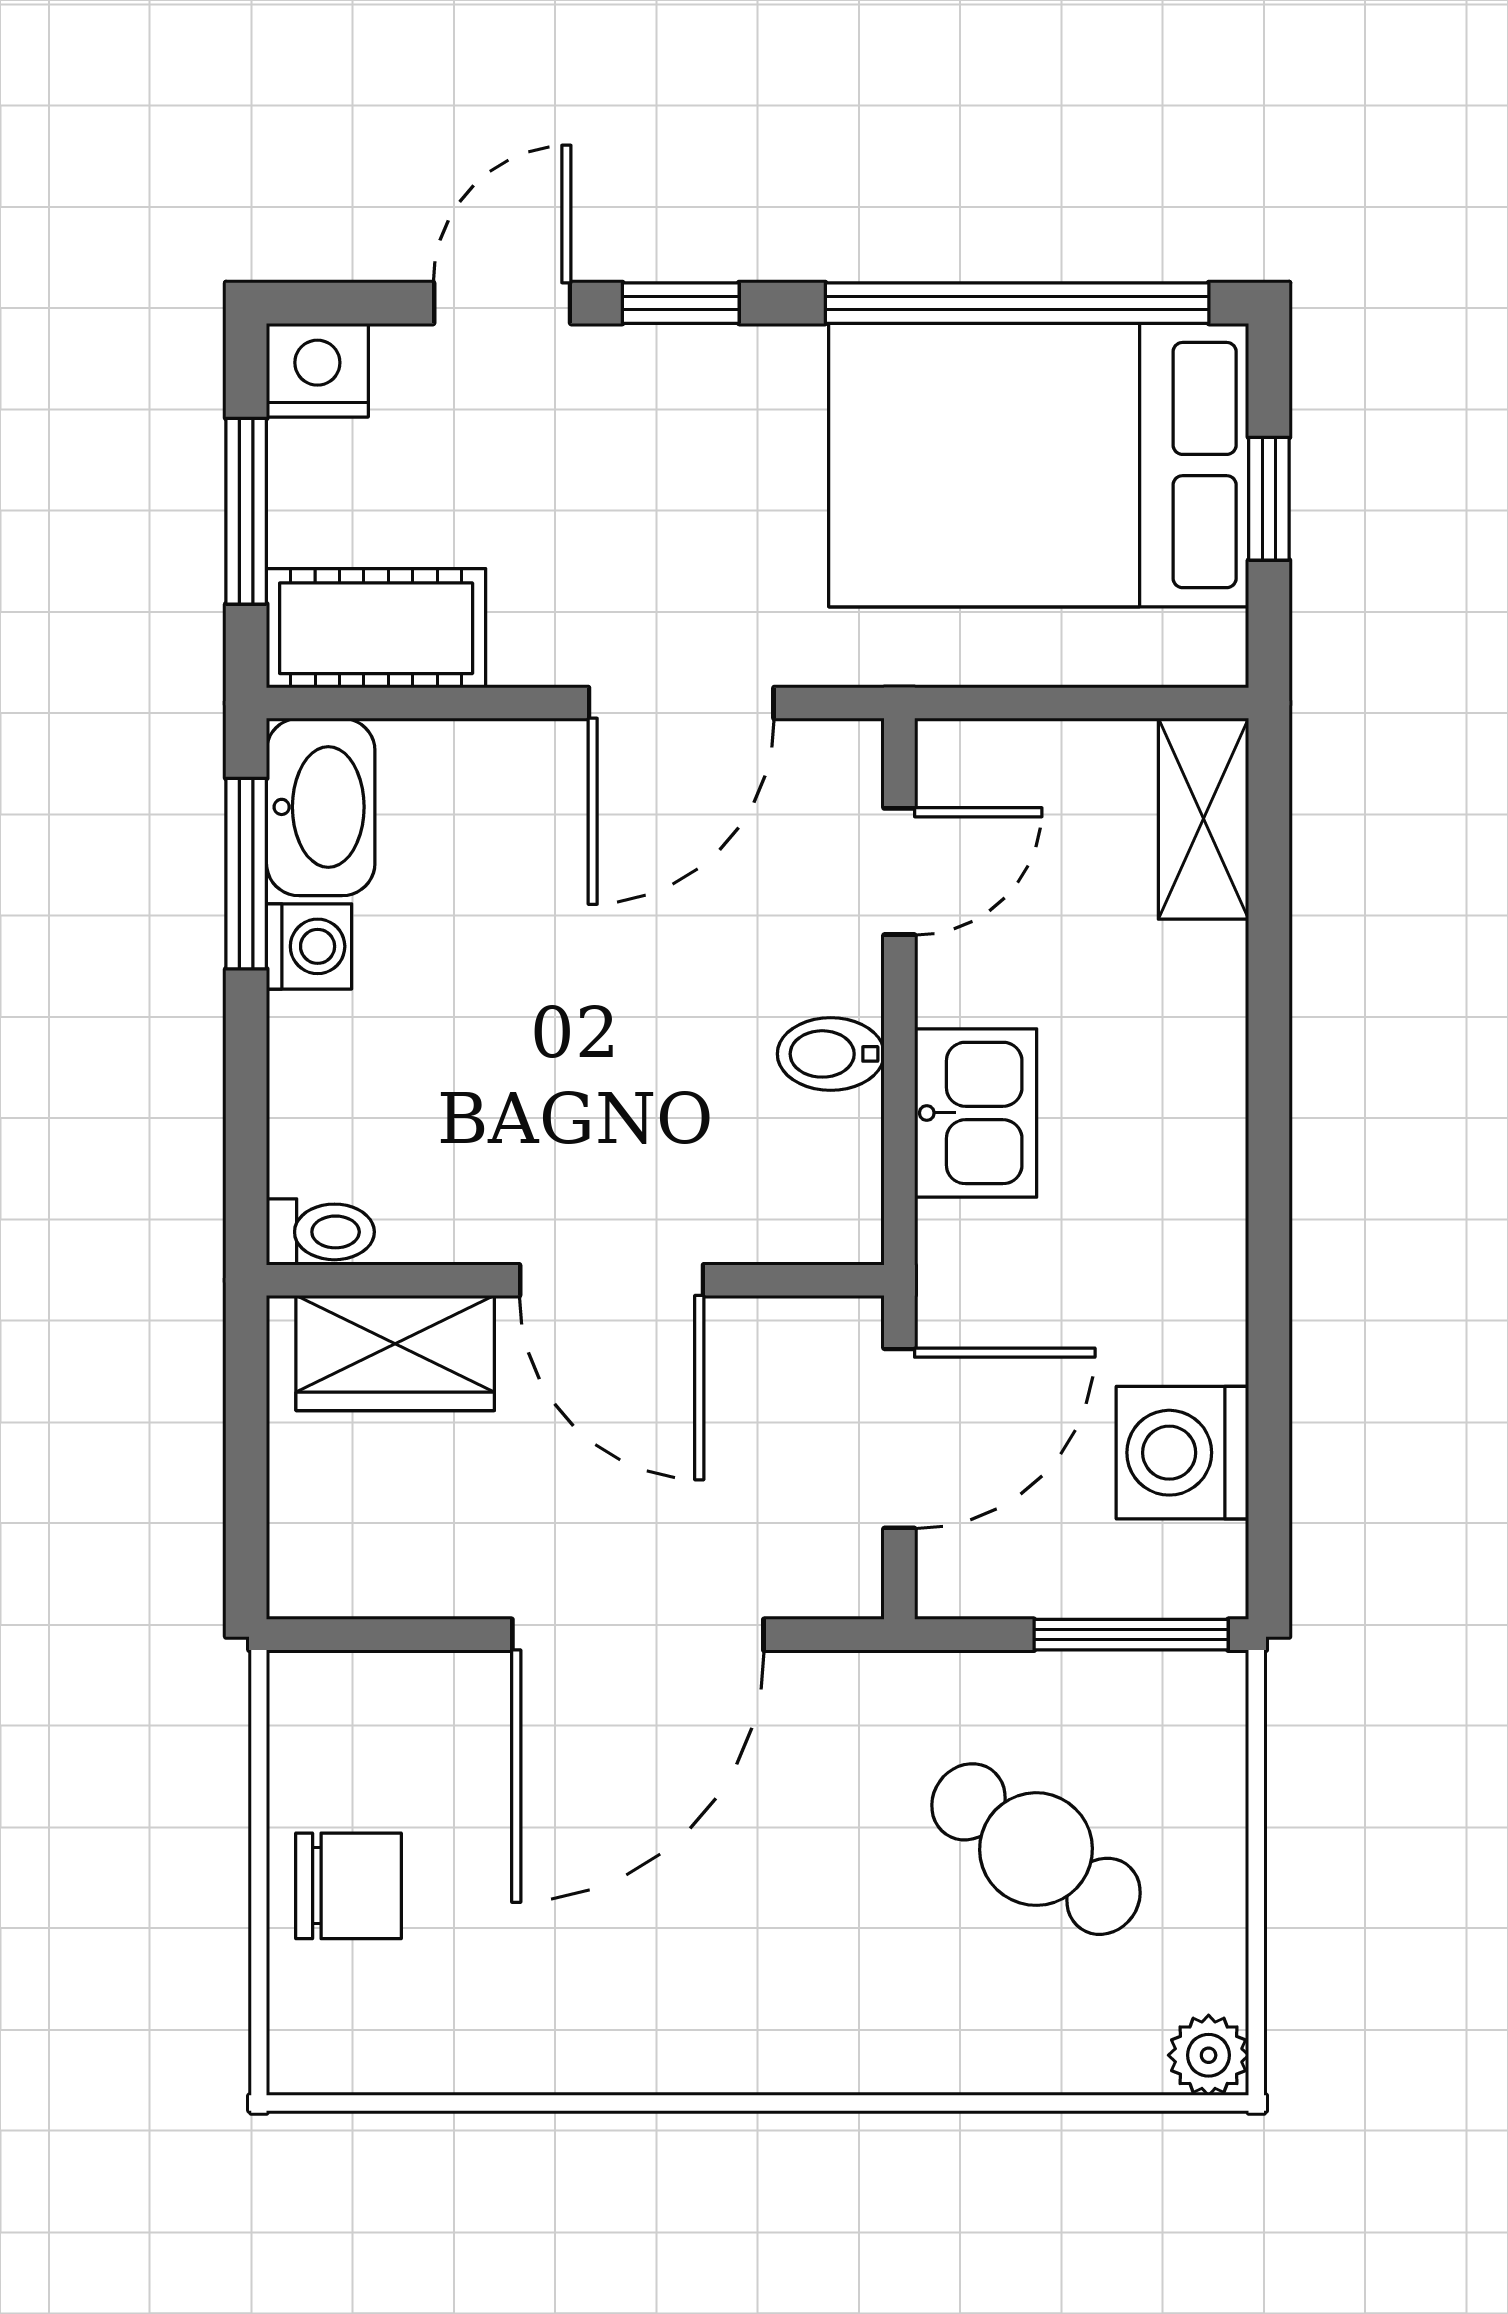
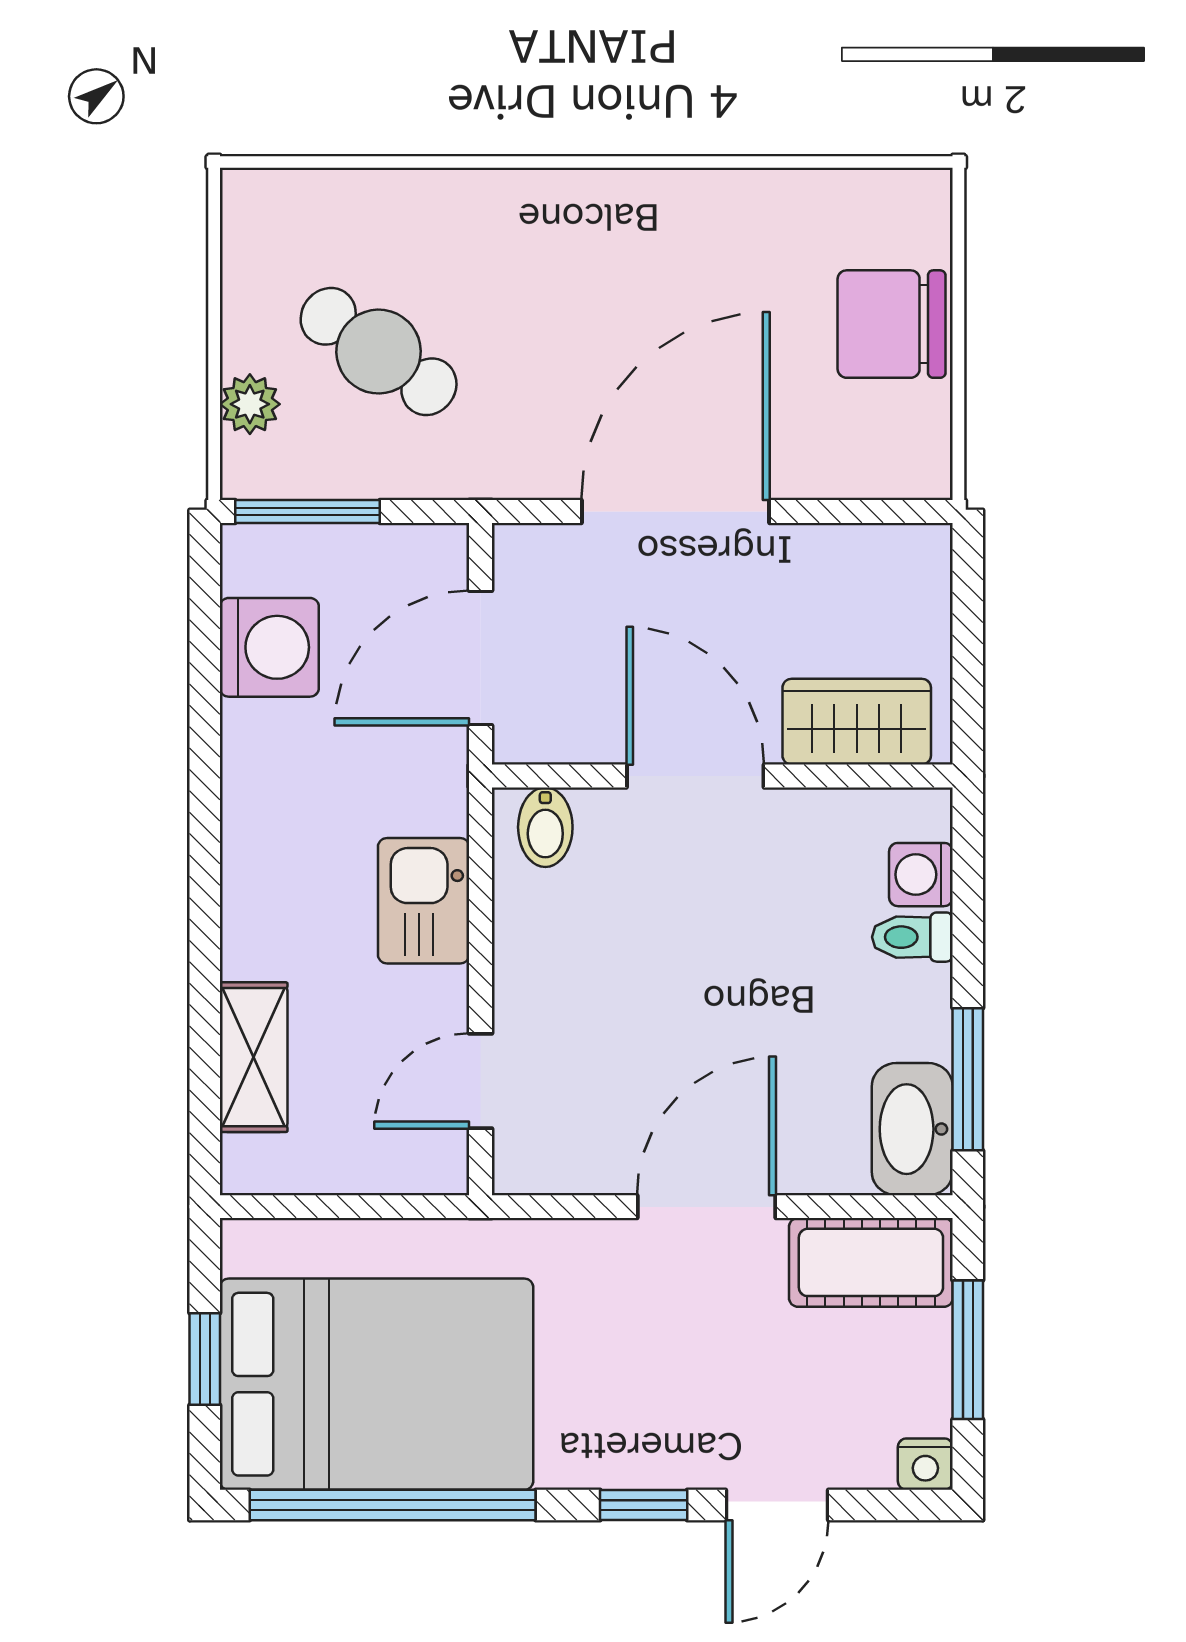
nightstand: (317, 370) -> (925, 1464), width x0.72, depth x0.74
door: (681, 703) -> (706, 1207), moved
shelving: (1204, 819) -> (254, 1057), moved
washing machine: (309, 946) -> (921, 875), moved
bidet: (831, 1054) -> (545, 827), moved, turned 90
toilet: (320, 1232) -> (912, 937), moved
chair: (348, 1886) -> (892, 324), width x1.37, depth x1.37
plant: (1209, 2055) -> (250, 404), moved

